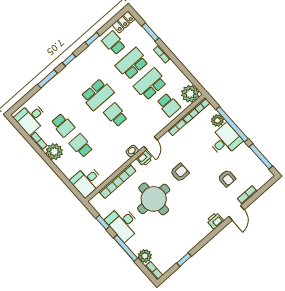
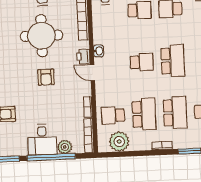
school desk: (97, 94) -> (173, 61), turned 180
plant: (190, 94) -> (119, 142), moved

